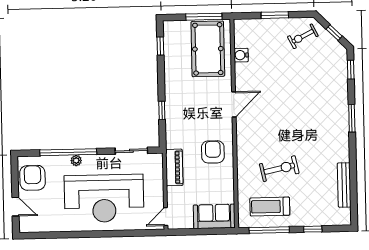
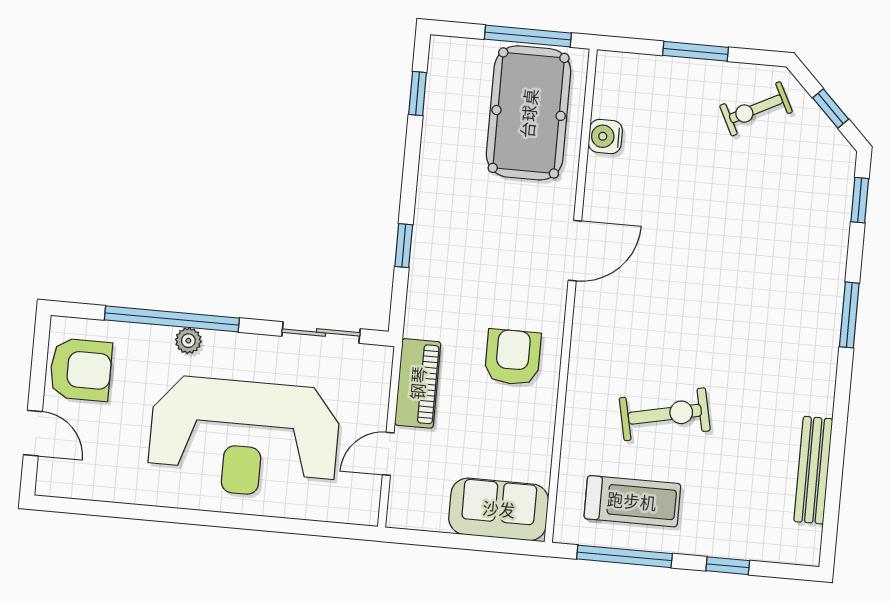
armchair: (32, 178) -> (81, 370), turned 90
treadmill: (270, 207) -> (632, 501), turned 180
door: (166, 217) -> (388, 454), moved

